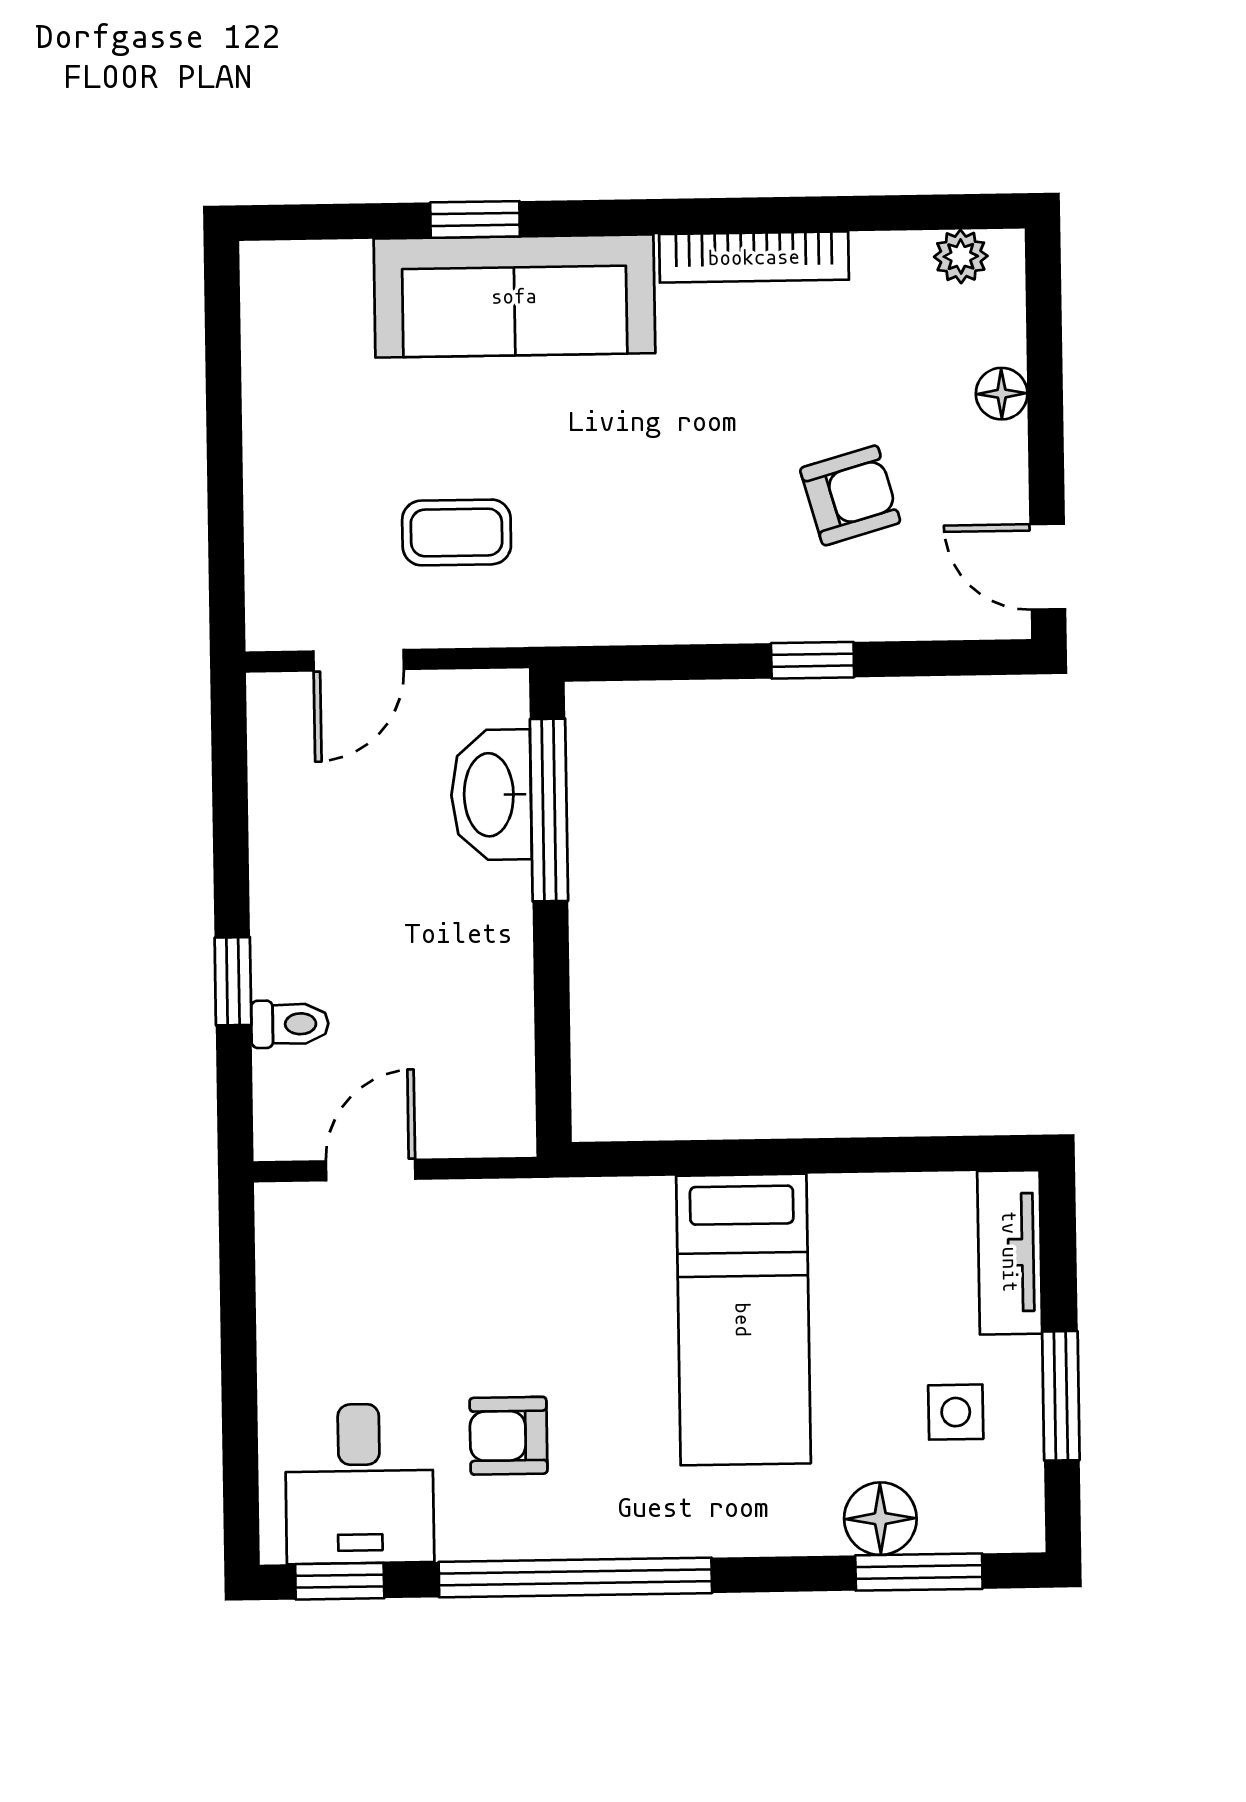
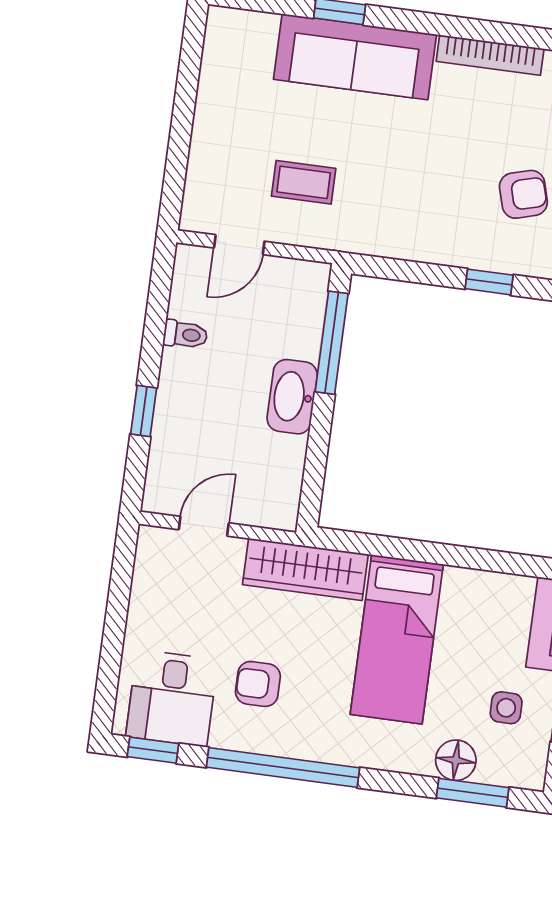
washbasin: (491, 795) -> (292, 397), moved
toilet: (290, 1024) -> (185, 334), moved
wardrobe: (562, 1220) -> (305, 569), added

